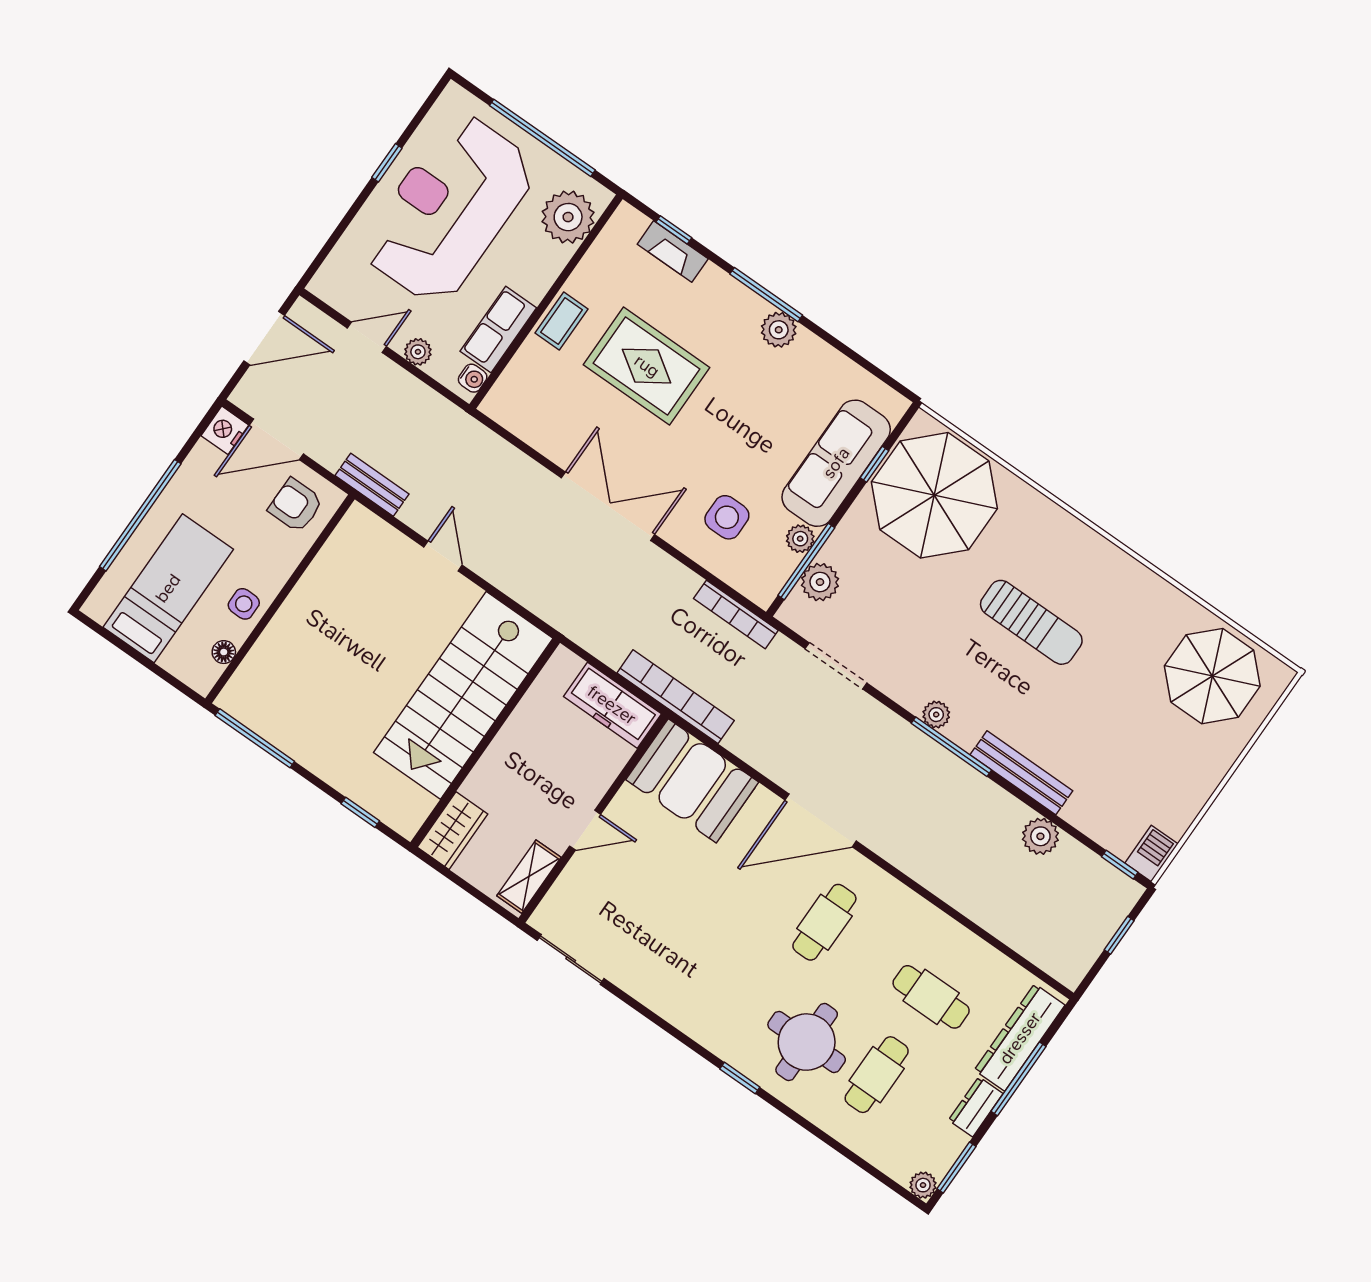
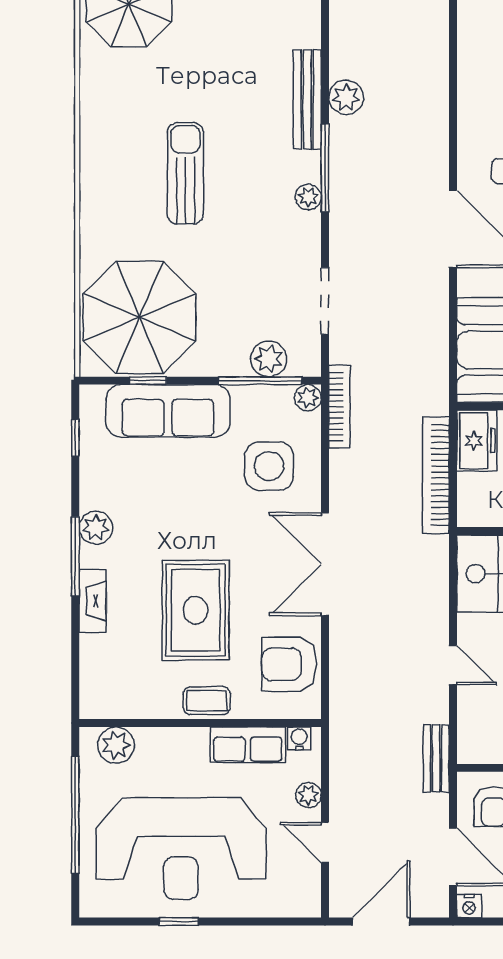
plant: (568, 217) -> (116, 745), width x0.73, depth x0.73
window: (674, 230) -> (75, 438), moved
fireplace: (673, 252) -> (93, 601), moved
door: (264, 338) -> (381, 921), hinge flipped
armchair: (543, 414) -> (289, 664), added
nightstand: (225, 430) -> (469, 906), width x0.72, depth x0.74
side table: (727, 517) -> (269, 466), width x1.37, depth x1.37
plant: (800, 539) -> (308, 398), moved
door: (443, 556) -> (453, 665), swing flipped
bookcase: (676, 697) -> (436, 475), moved
freezer: (612, 705) -> (477, 441), width x0.71
plant: (1040, 836) -> (346, 97), moved

